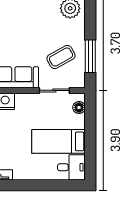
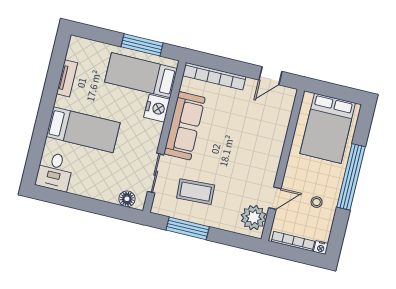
coffee table: (61, 57) -> (196, 192), turned -64
bed: (58, 141) -> (83, 130), moved, turned 90

